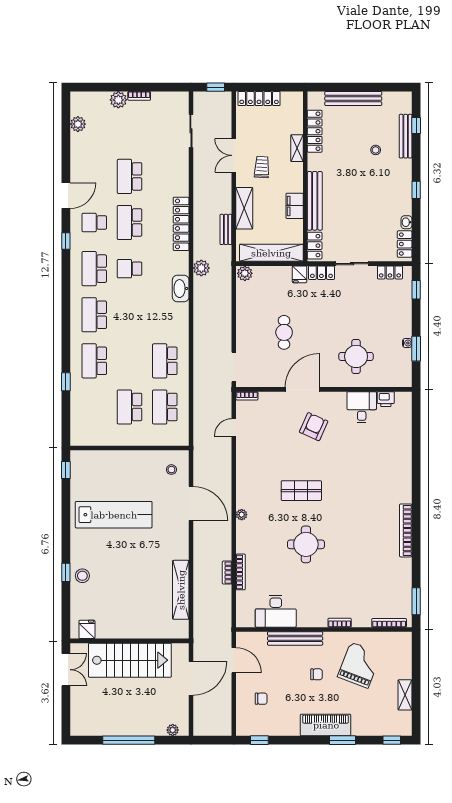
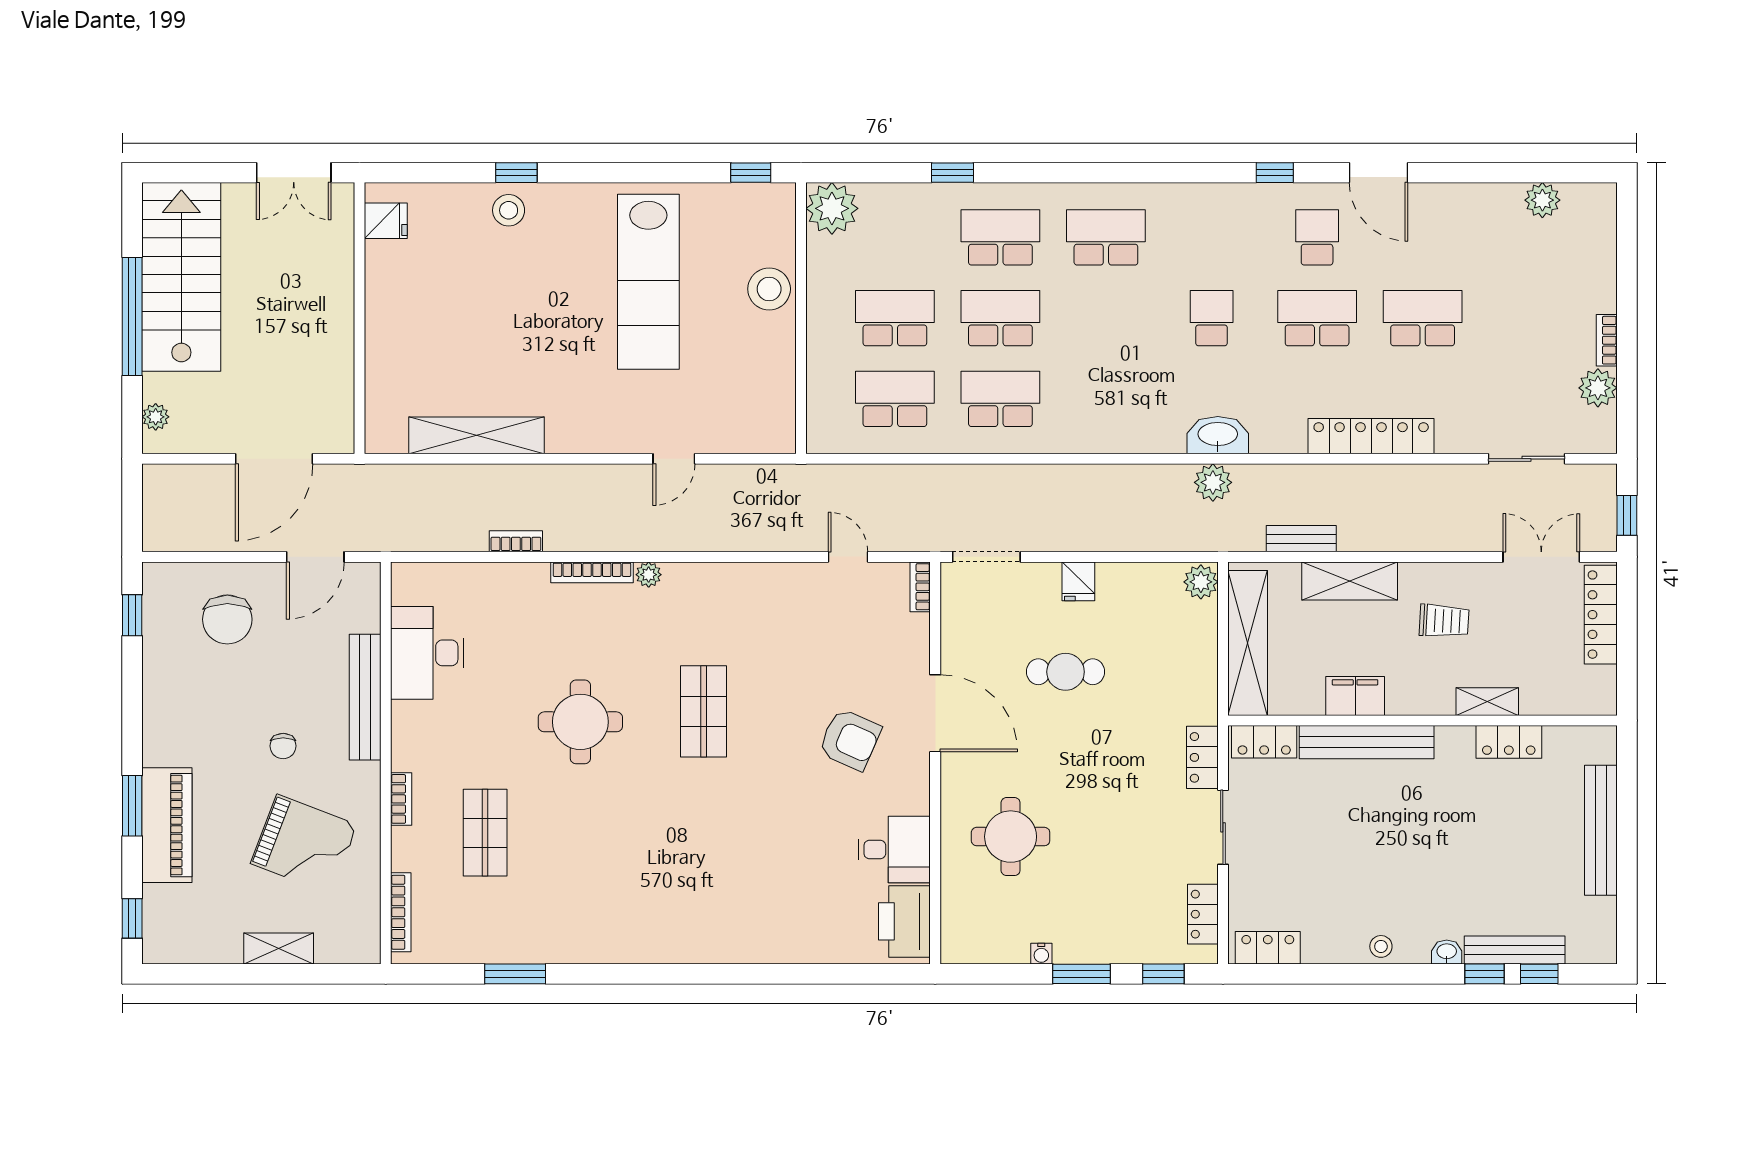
plant: (118, 100) -> (1598, 388), moved
locker: (315, 131) -> (1509, 742), width x0.66
stool: (376, 150) -> (1381, 946), moved
double door: (234, 155) -> (1541, 557), moved
window: (416, 190) -> (1484, 974), moved
washbasin: (406, 222) -> (1447, 952), moved
locker: (181, 224) -> (1371, 436), moved
school desk: (94, 269) -> (1000, 318), moved
fridge: (300, 274) -> (1078, 581), moved, turned -90
washbasin: (181, 289) -> (1218, 435), moved
window: (416, 349) -> (1081, 974), moved
printer: (386, 399) -> (904, 921), width x1.87, depth x1.48
plant: (82, 434) -> (832, 208), added
stool: (171, 470) -> (769, 289), moved, width x1.89, depth x1.89
door: (191, 504) -> (674, 459), width x0.53
bookcase: (406, 530) -> (612, 950), removed
bookcase: (241, 572) -> (592, 572), moved
shop shelf: (354, 586) -> (485, 833), added
window: (416, 601) -> (515, 974), moved
stairs: (130, 660) -> (181, 277), moved, turned 180
door: (191, 678) -> (274, 459), hinge flipped
shelving: (405, 695) -> (279, 948), moved
chair: (261, 699) -> (227, 619), width x1.87, depth x1.87
piano: (326, 725) -> (167, 825), moved

